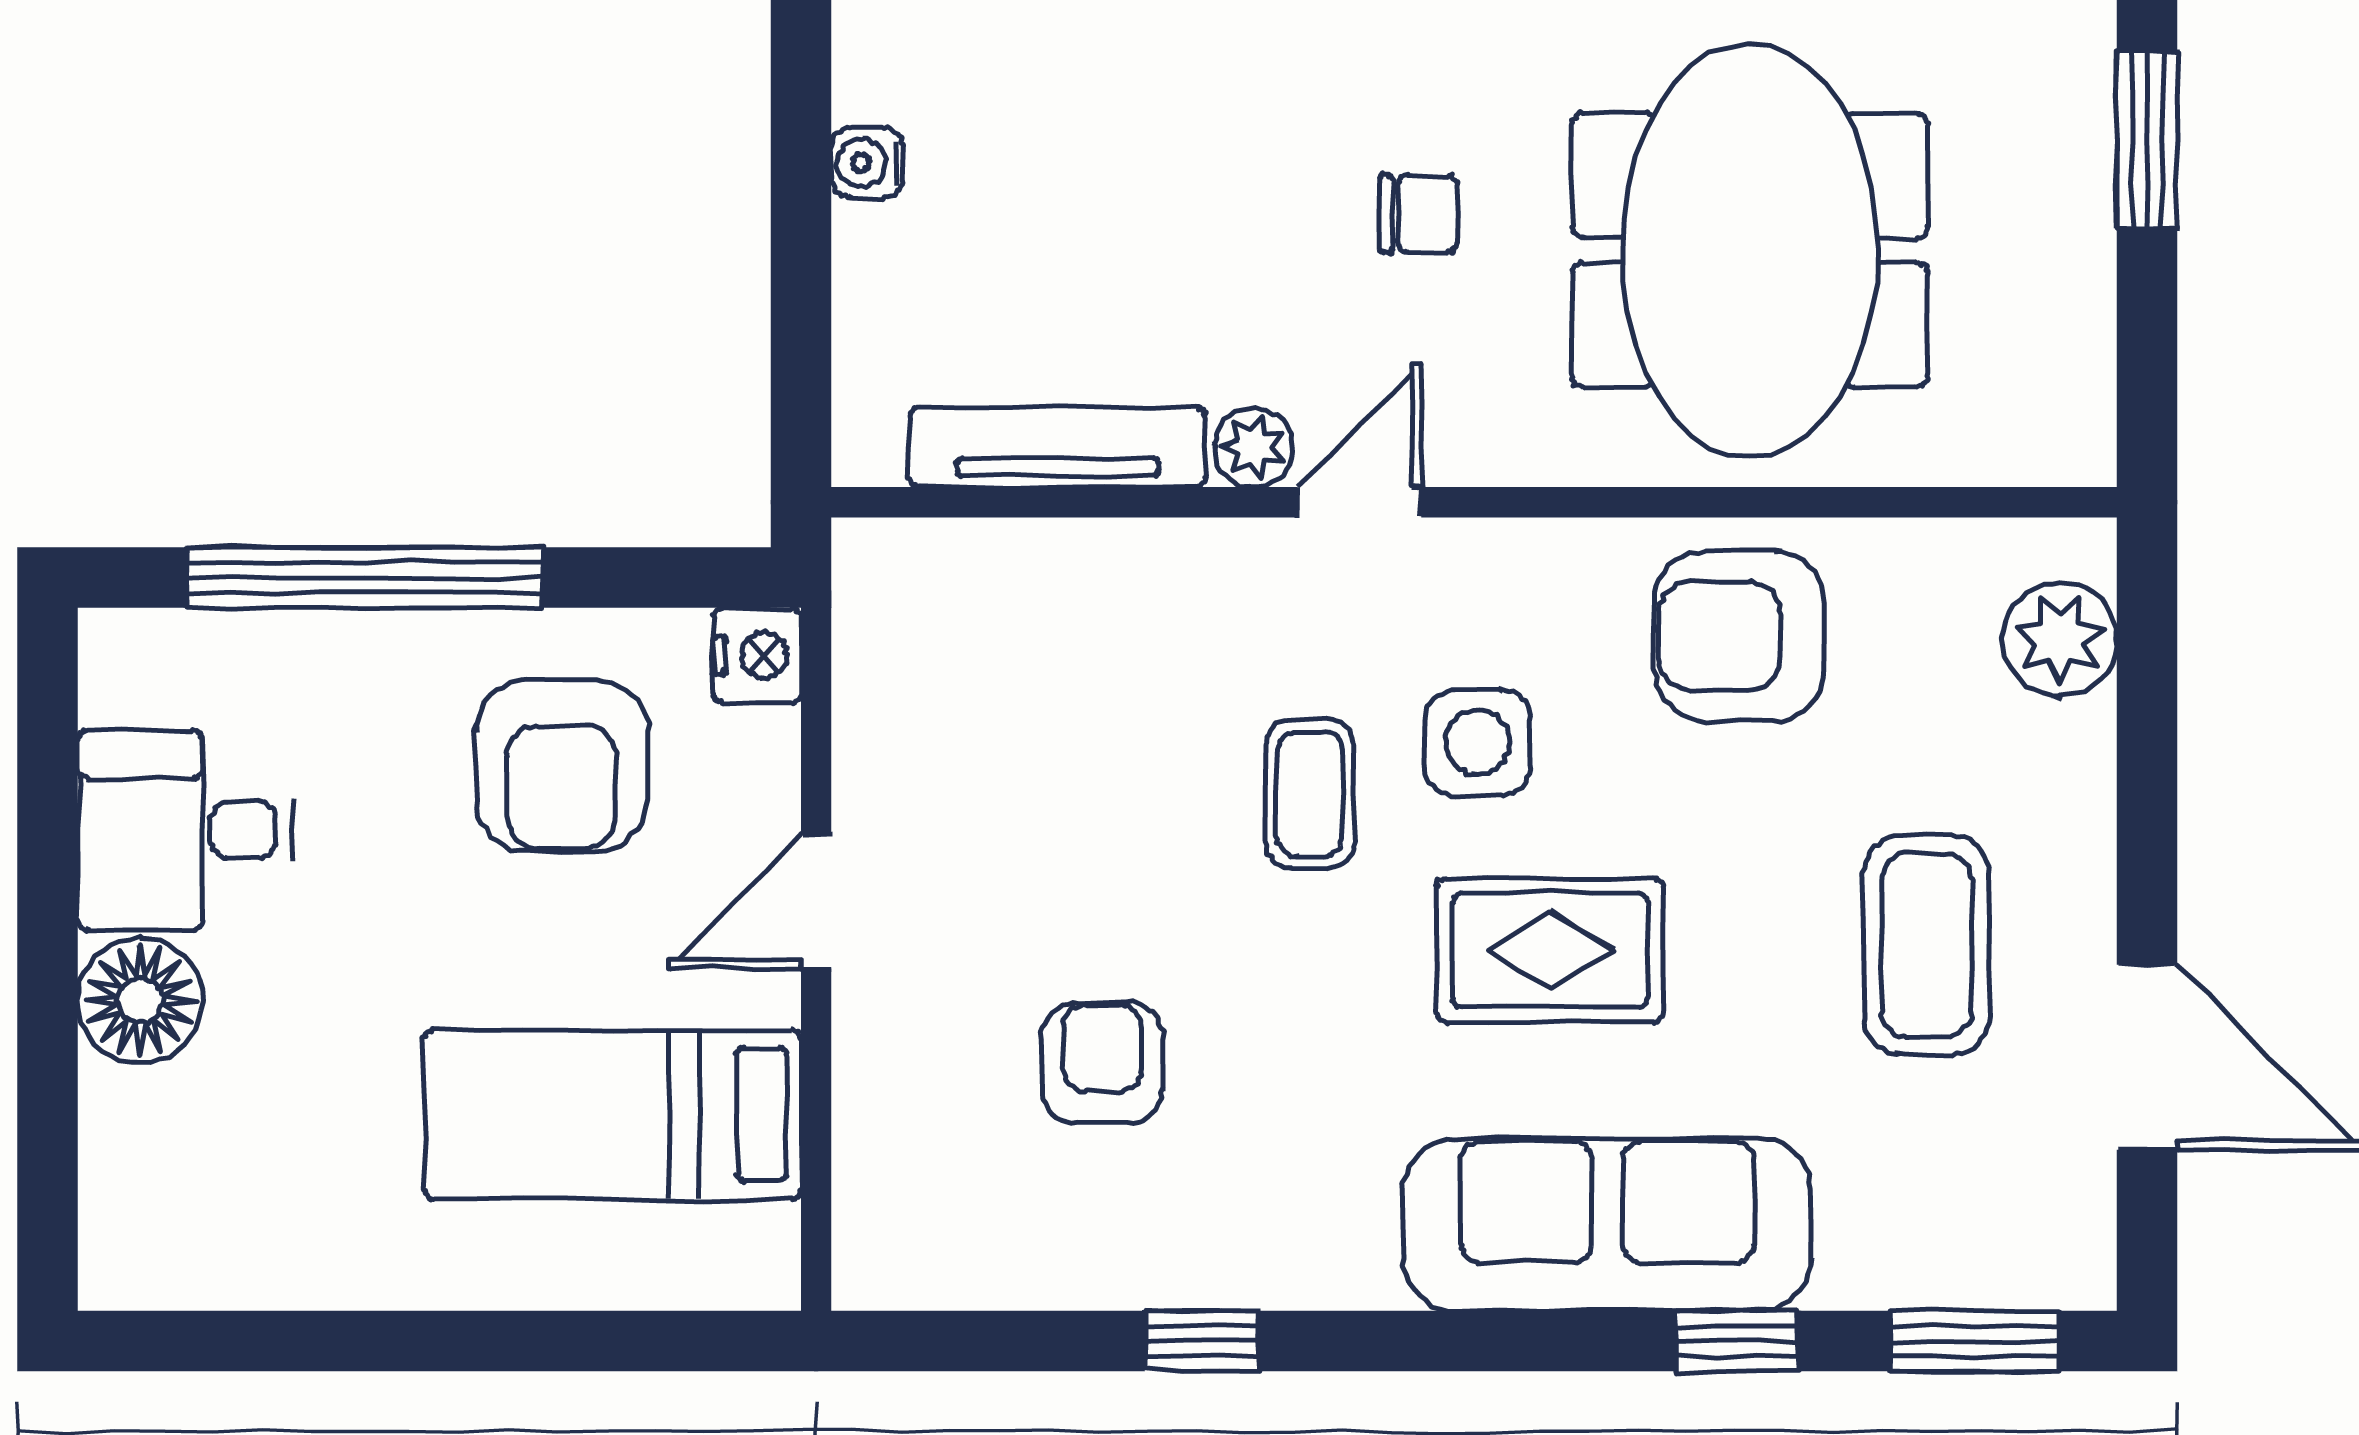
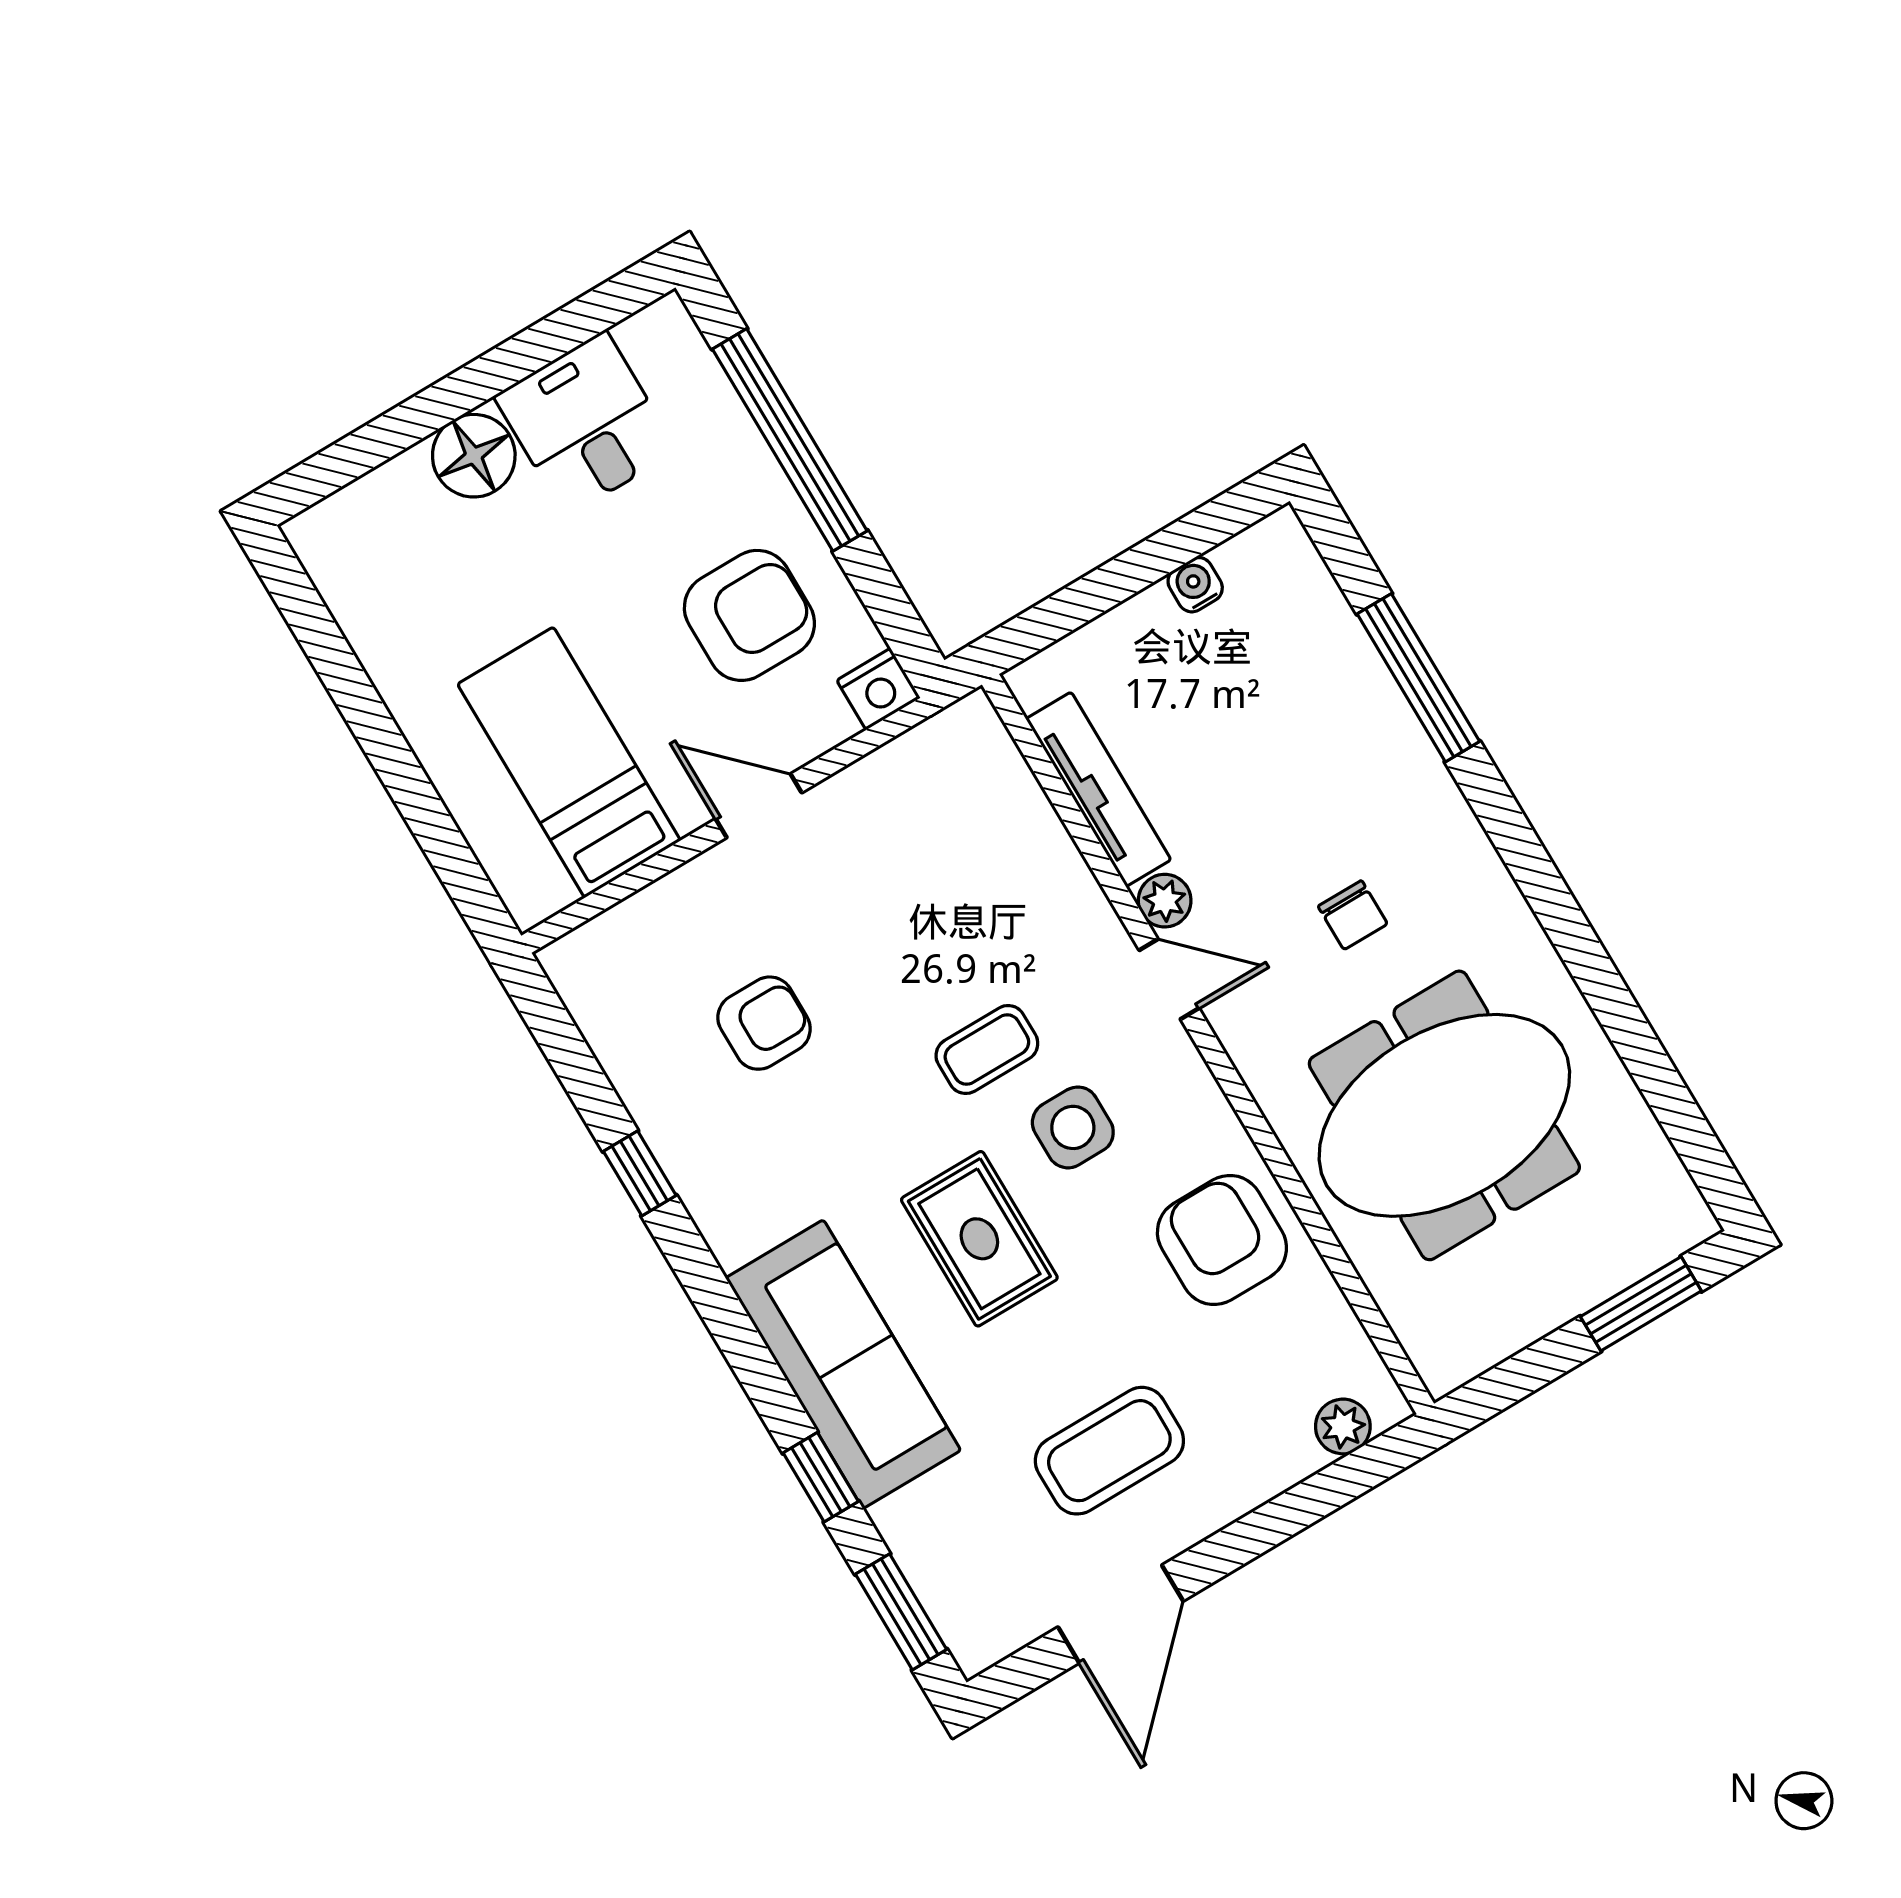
plant: (2060, 639) -> (1343, 1426), width x0.73, depth x0.73
armchair: (562, 766) -> (749, 615), turned 180

